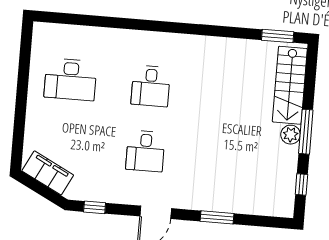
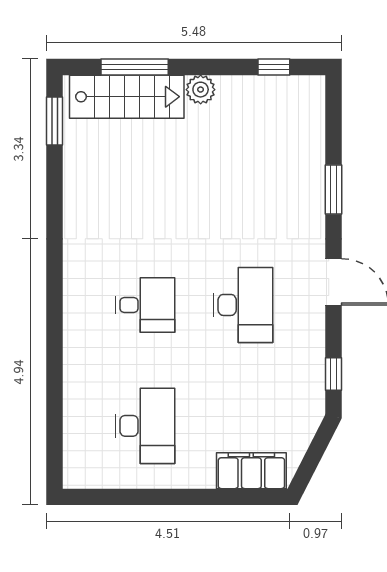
window: (306, 132) -> (135, 67), moved
desk: (145, 151) -> (243, 305), width x1.37
filing cabinet: (48, 173) -> (251, 471), moved, turned 63

